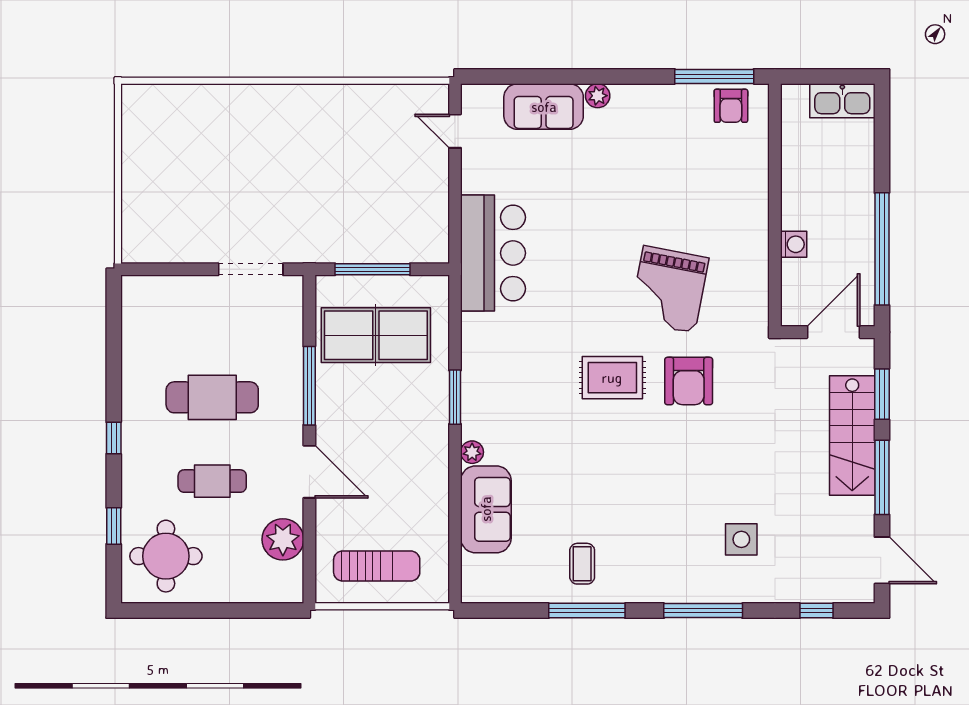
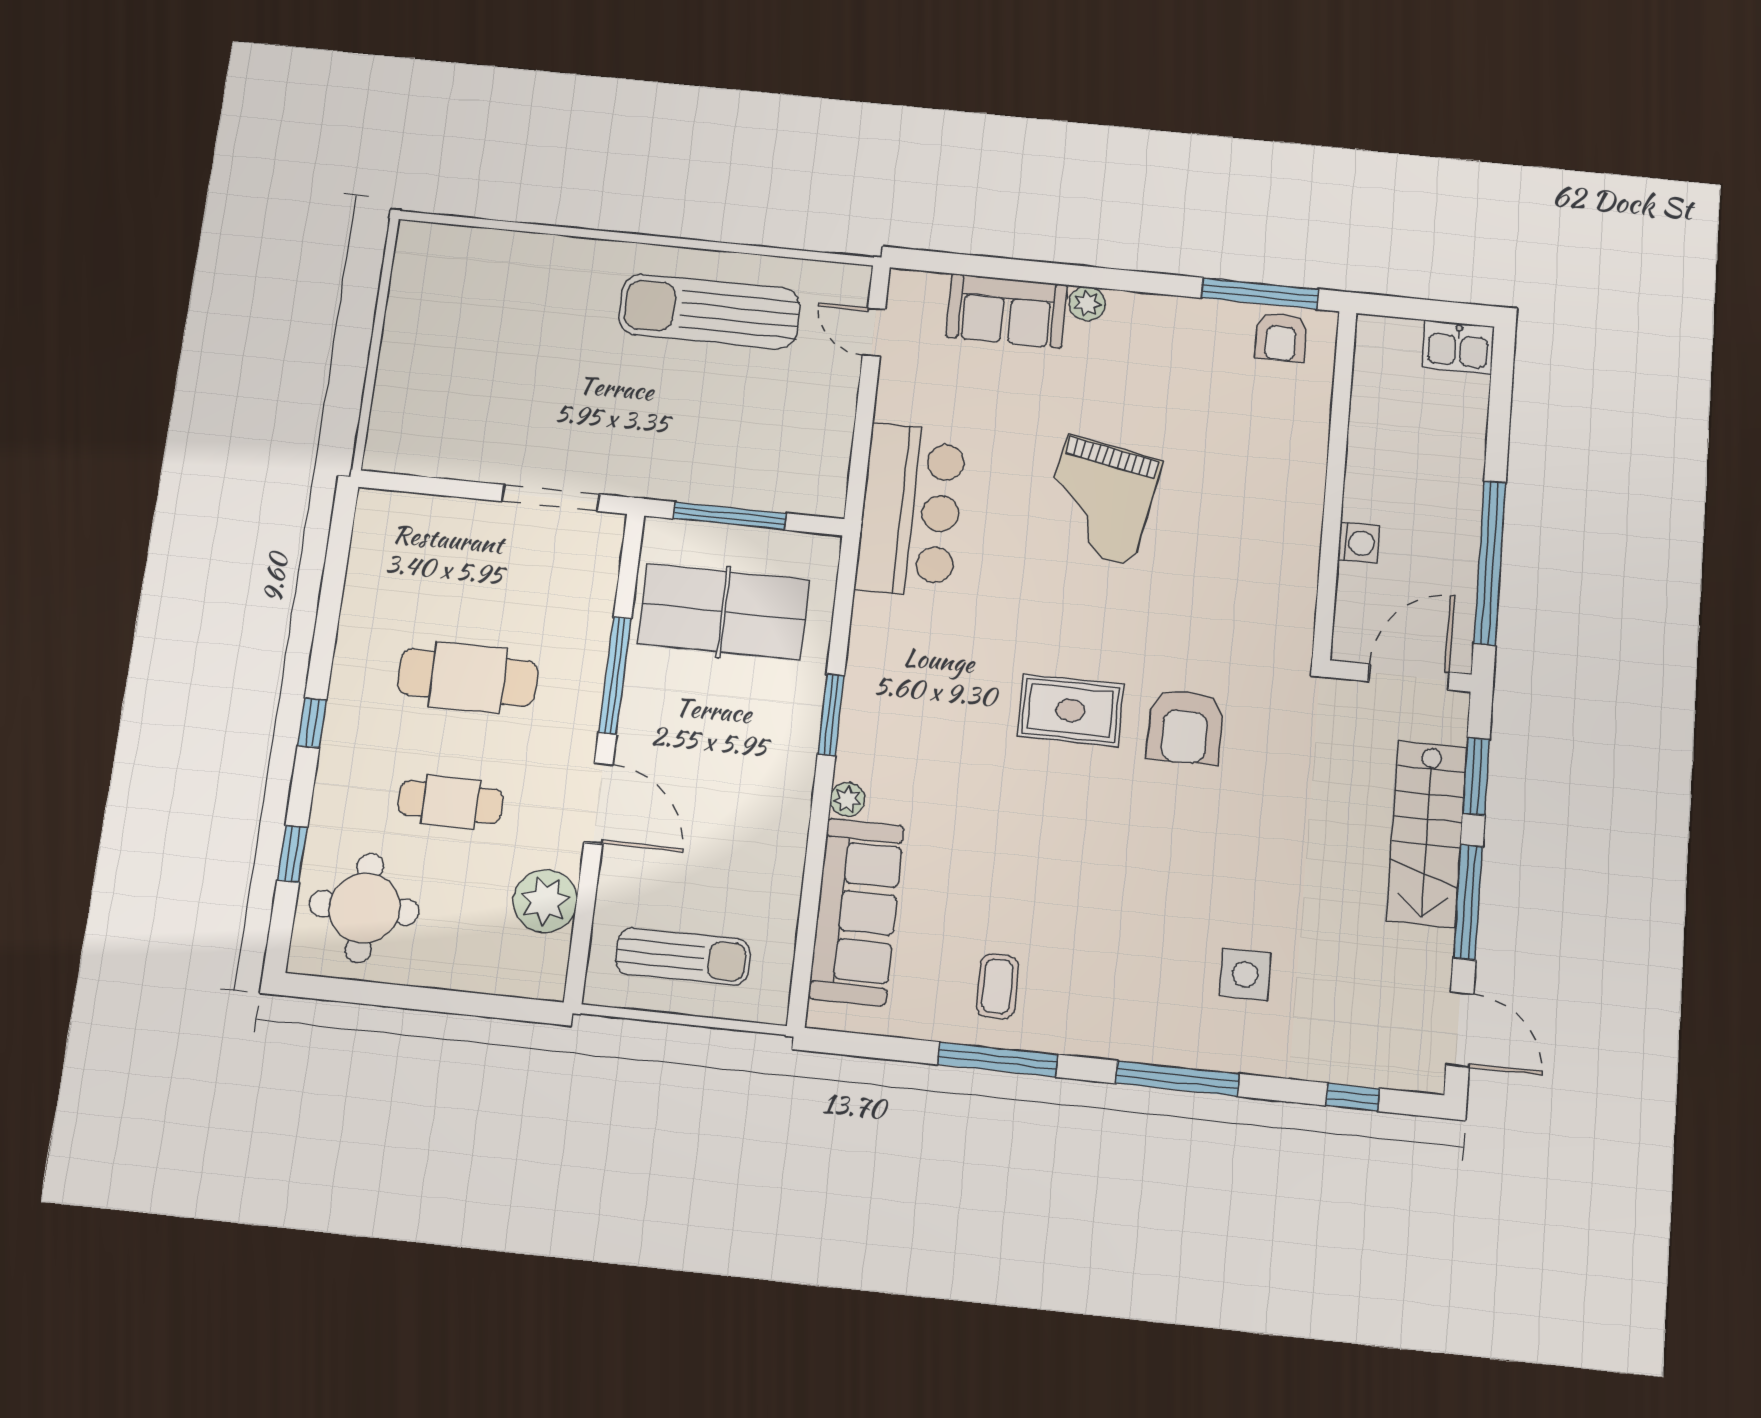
kitchen sink: (842, 101) -> (1458, 347), width x0.73
sun lounger: (342, 128) -> (709, 311), added
grand piano: (669, 289) -> (1100, 500), moved
sofa: (486, 509) -> (856, 912), width x1.36

